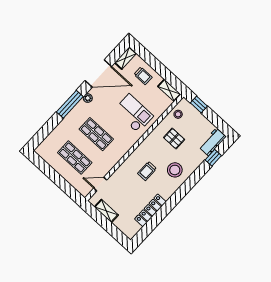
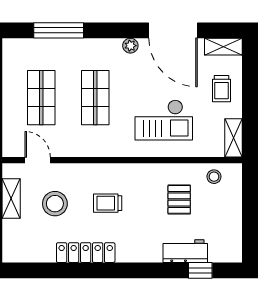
window: (70, 104) -> (59, 30), moved
window: (199, 104) -> (250, 191), removed
checkout: (133, 113) -> (164, 120), turned 90
workbench: (212, 142) -> (185, 251), moved
stool: (175, 170) -> (55, 204), moved
locker: (150, 210) -> (86, 253), moved

